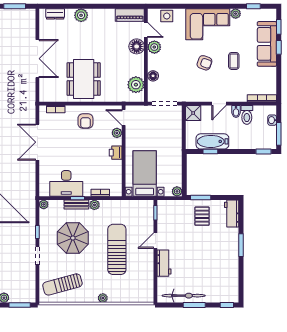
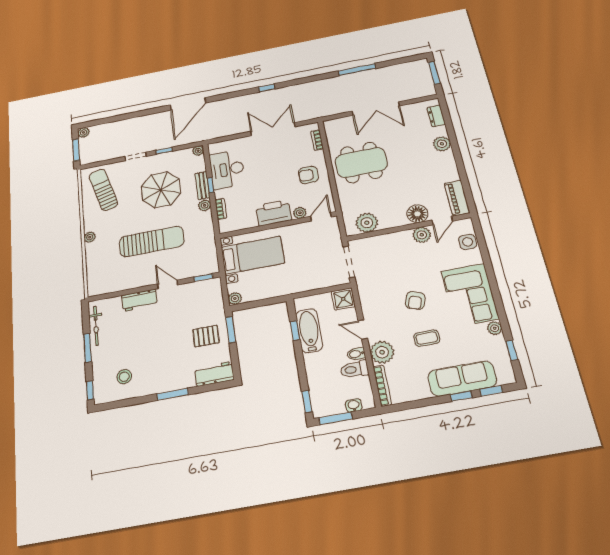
floor lamp: (153, 76) -> (383, 241), removed
plant: (238, 94) -> (382, 352), added
printer: (116, 153) -> (274, 213), width x1.87, depth x1.48
stool: (221, 279) -> (124, 377), added
bicycle: (184, 296) -> (96, 326), width x0.73, depth x0.71

